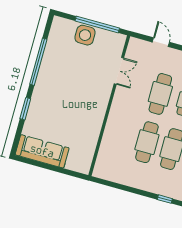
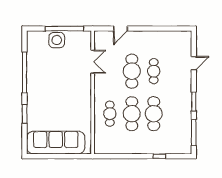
door: (161, 42) -> (120, 29), swing flipped
cafe table: (122, 135) -> (110, 114), added
sofa: (42, 151) -> (56, 143), width x1.36, depth x1.27

